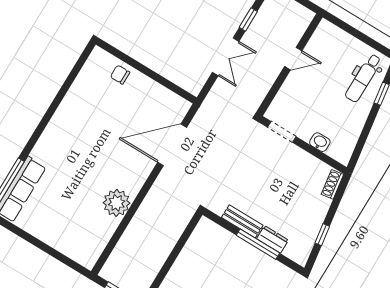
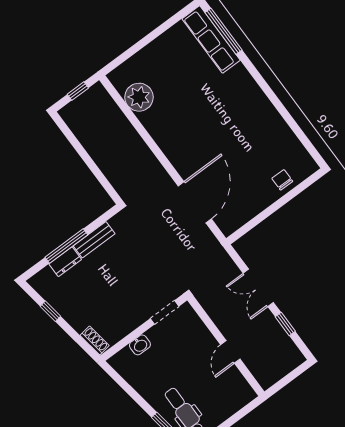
chair: (120, 75) -> (282, 180), turned -90
plant: (117, 203) -> (139, 97), moved

